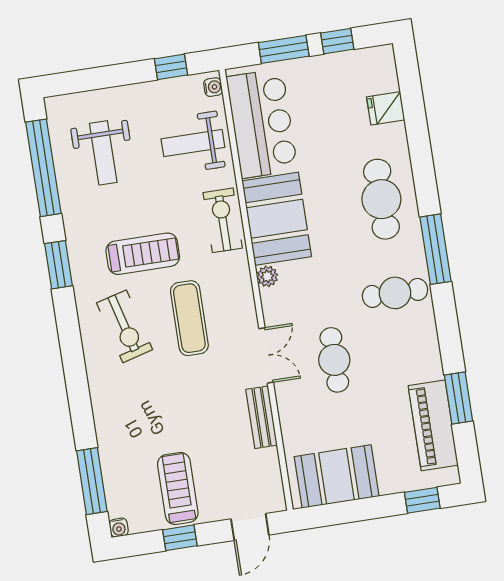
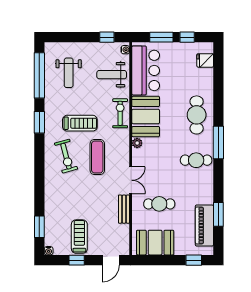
fridge: (386, 108) -> (205, 60), moved
cafe table: (334, 360) -> (159, 204), moved, turned 90
window: (92, 481) -> (39, 227), width x0.69

